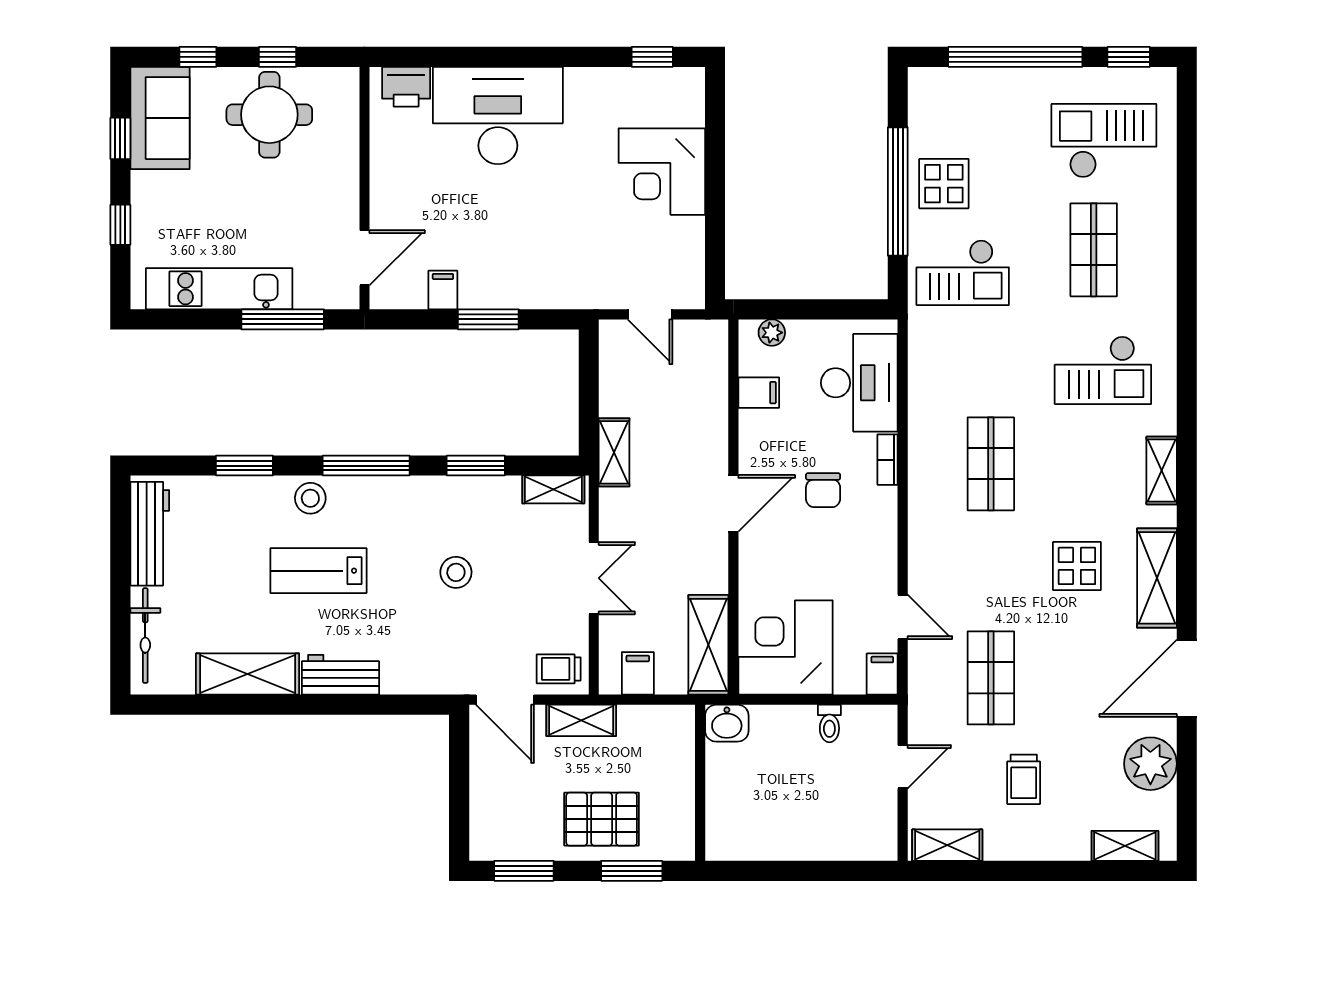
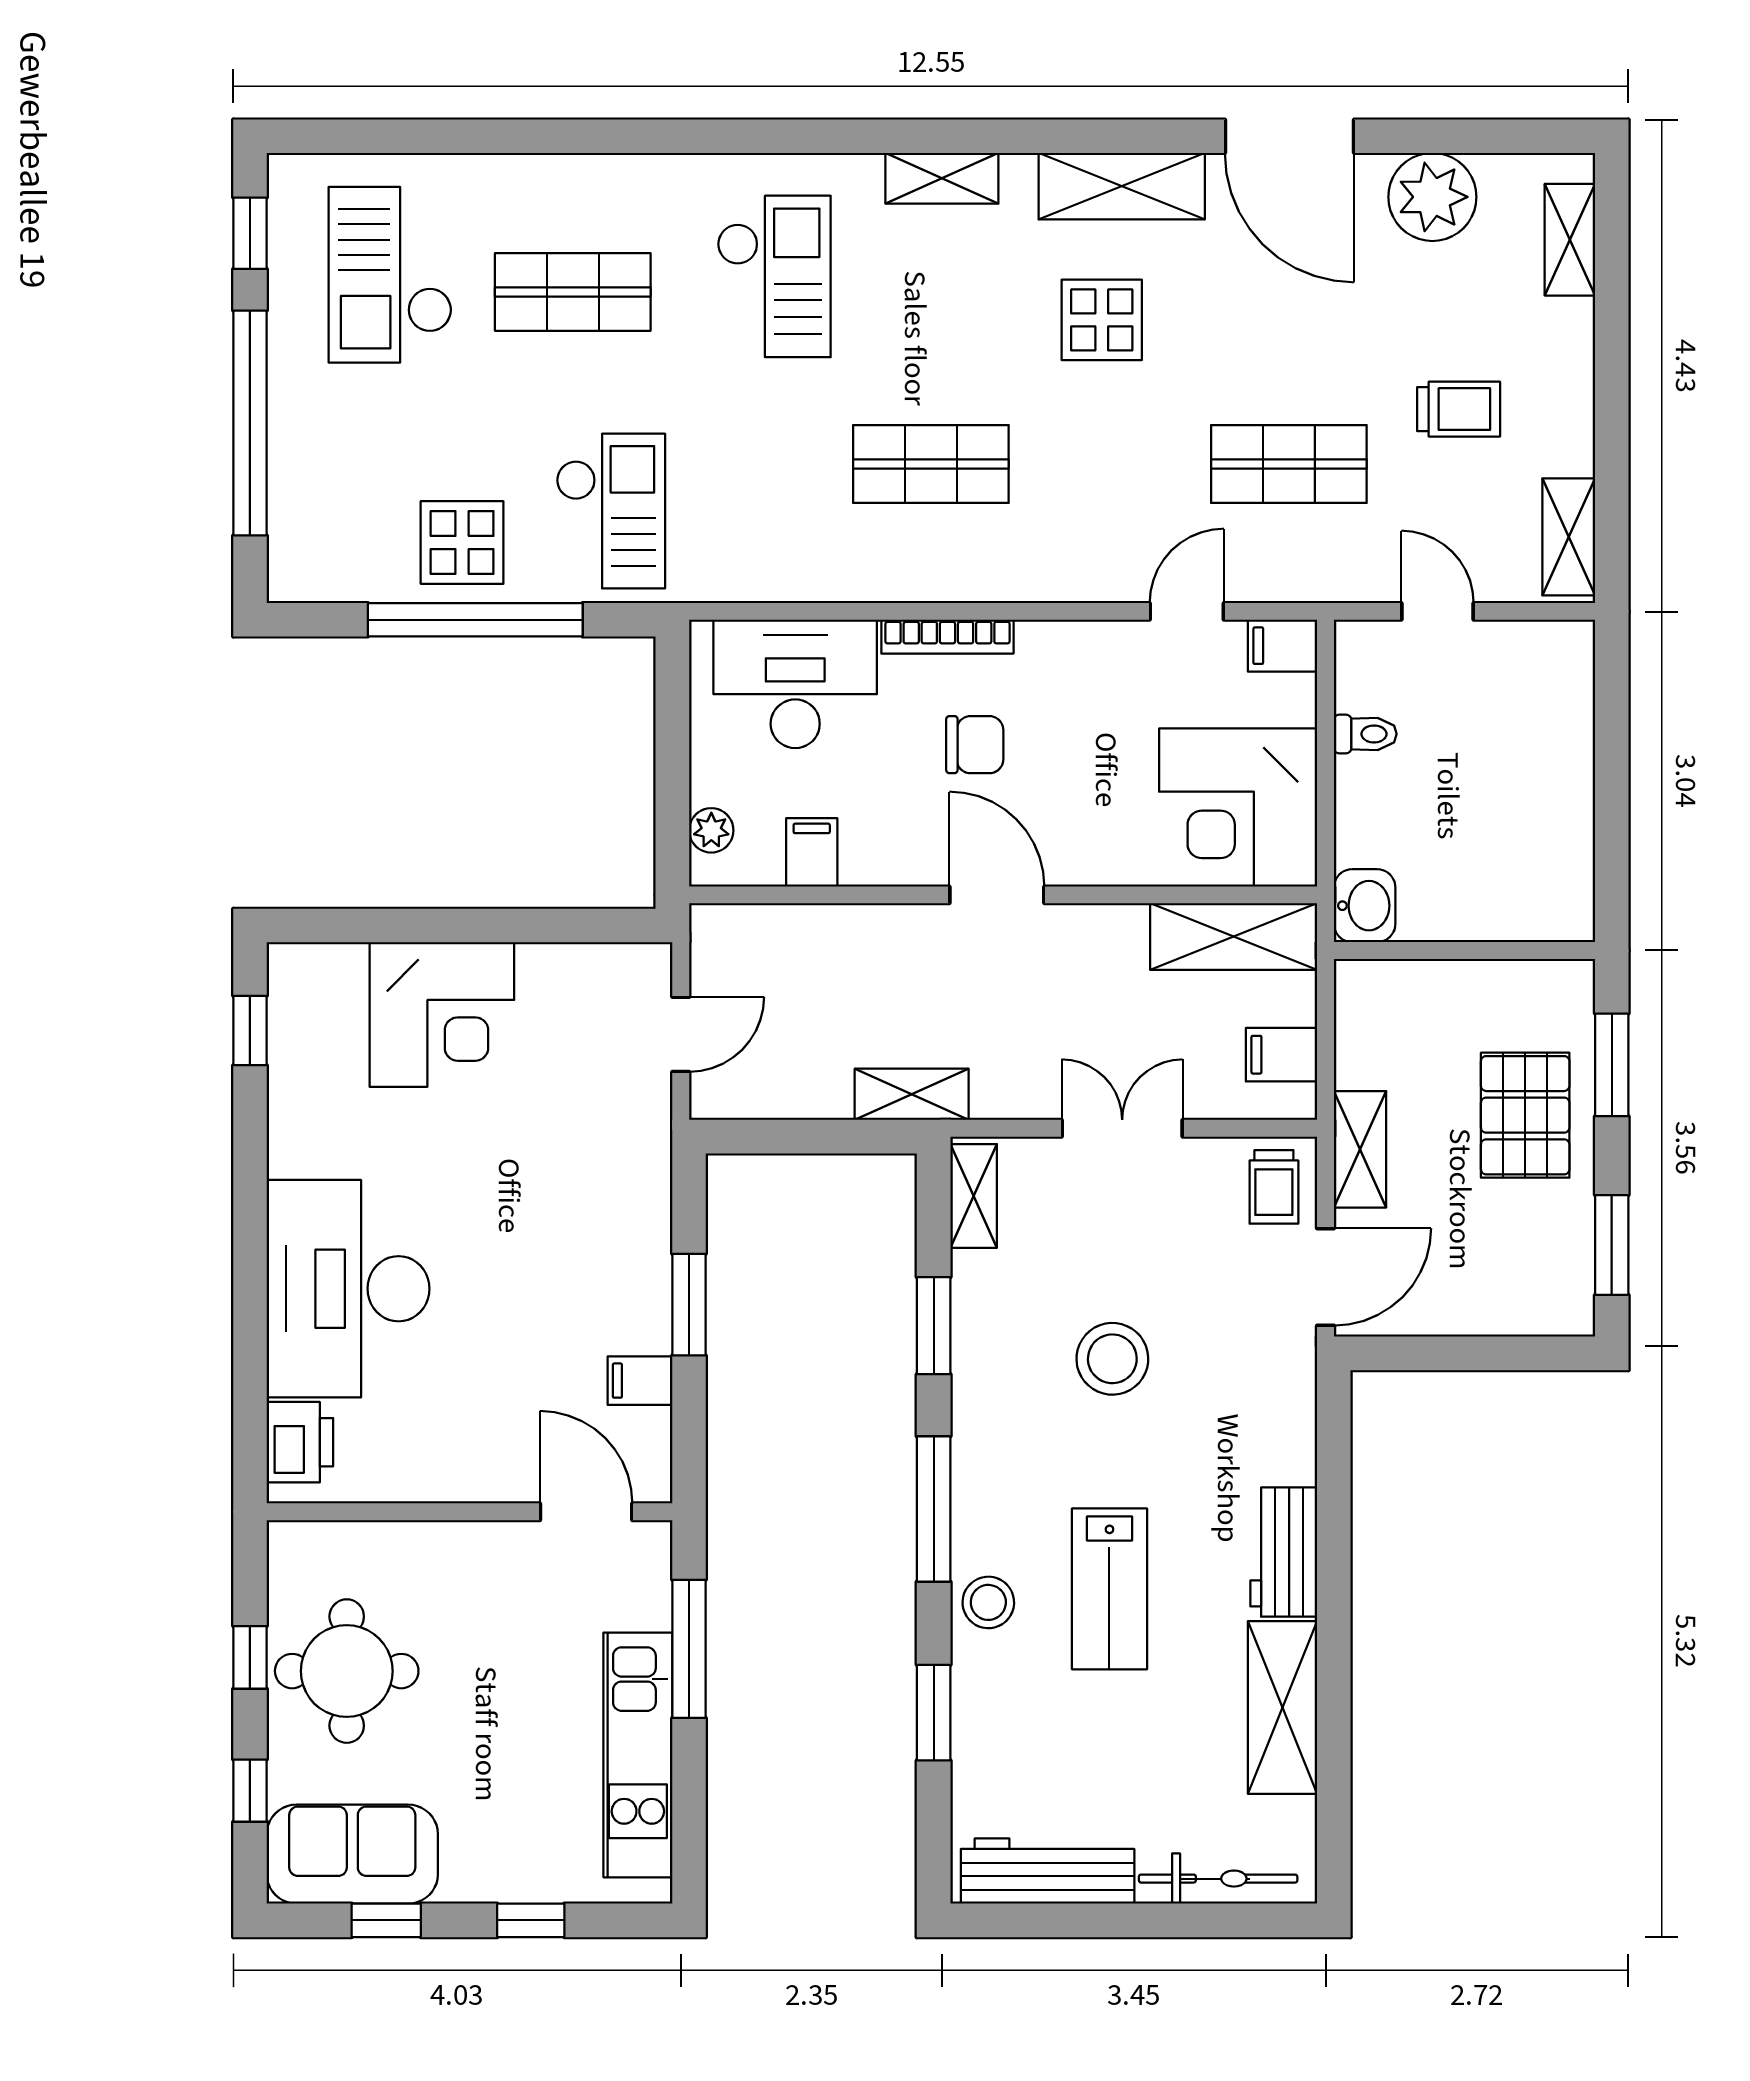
bookcase: (888, 460) -> (947, 637), width x1.56
stool: (456, 572) -> (1112, 1359), width x1.38, depth x1.38

